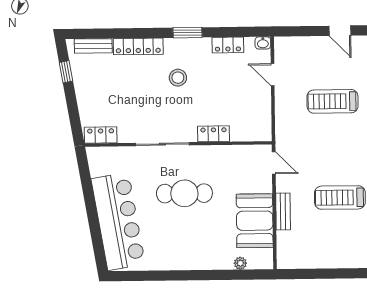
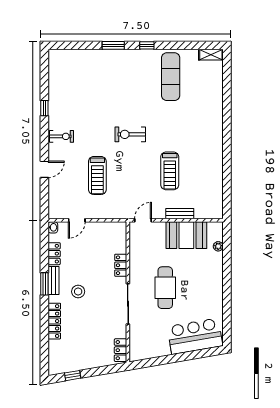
bench: (93, 46) -> (54, 281), moved
bar counter: (118, 221) -> (195, 336), width x0.73

